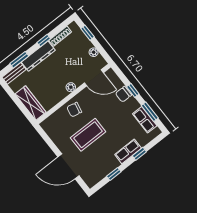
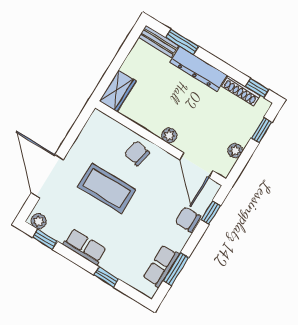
window: (44, 41) -> (257, 88), moved
window: (133, 90) -> (211, 213), moved
wardrobe: (31, 103) -> (118, 91), width x0.67
row of seats: (128, 151) -> (85, 247), moved
window: (114, 174) -> (45, 239), moved
plant: (93, 181) -> (39, 221), added

